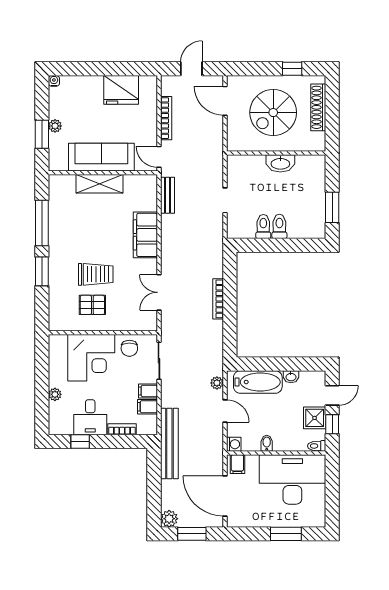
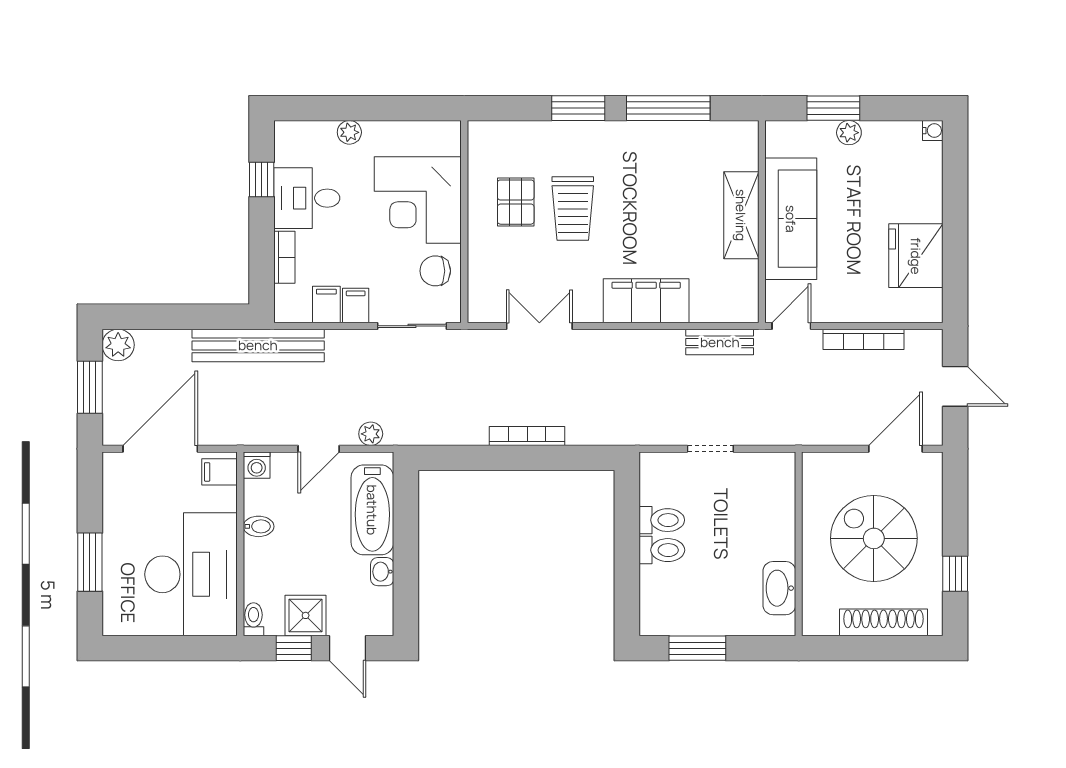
washbasin: (280, 163) -> (779, 588), moved

